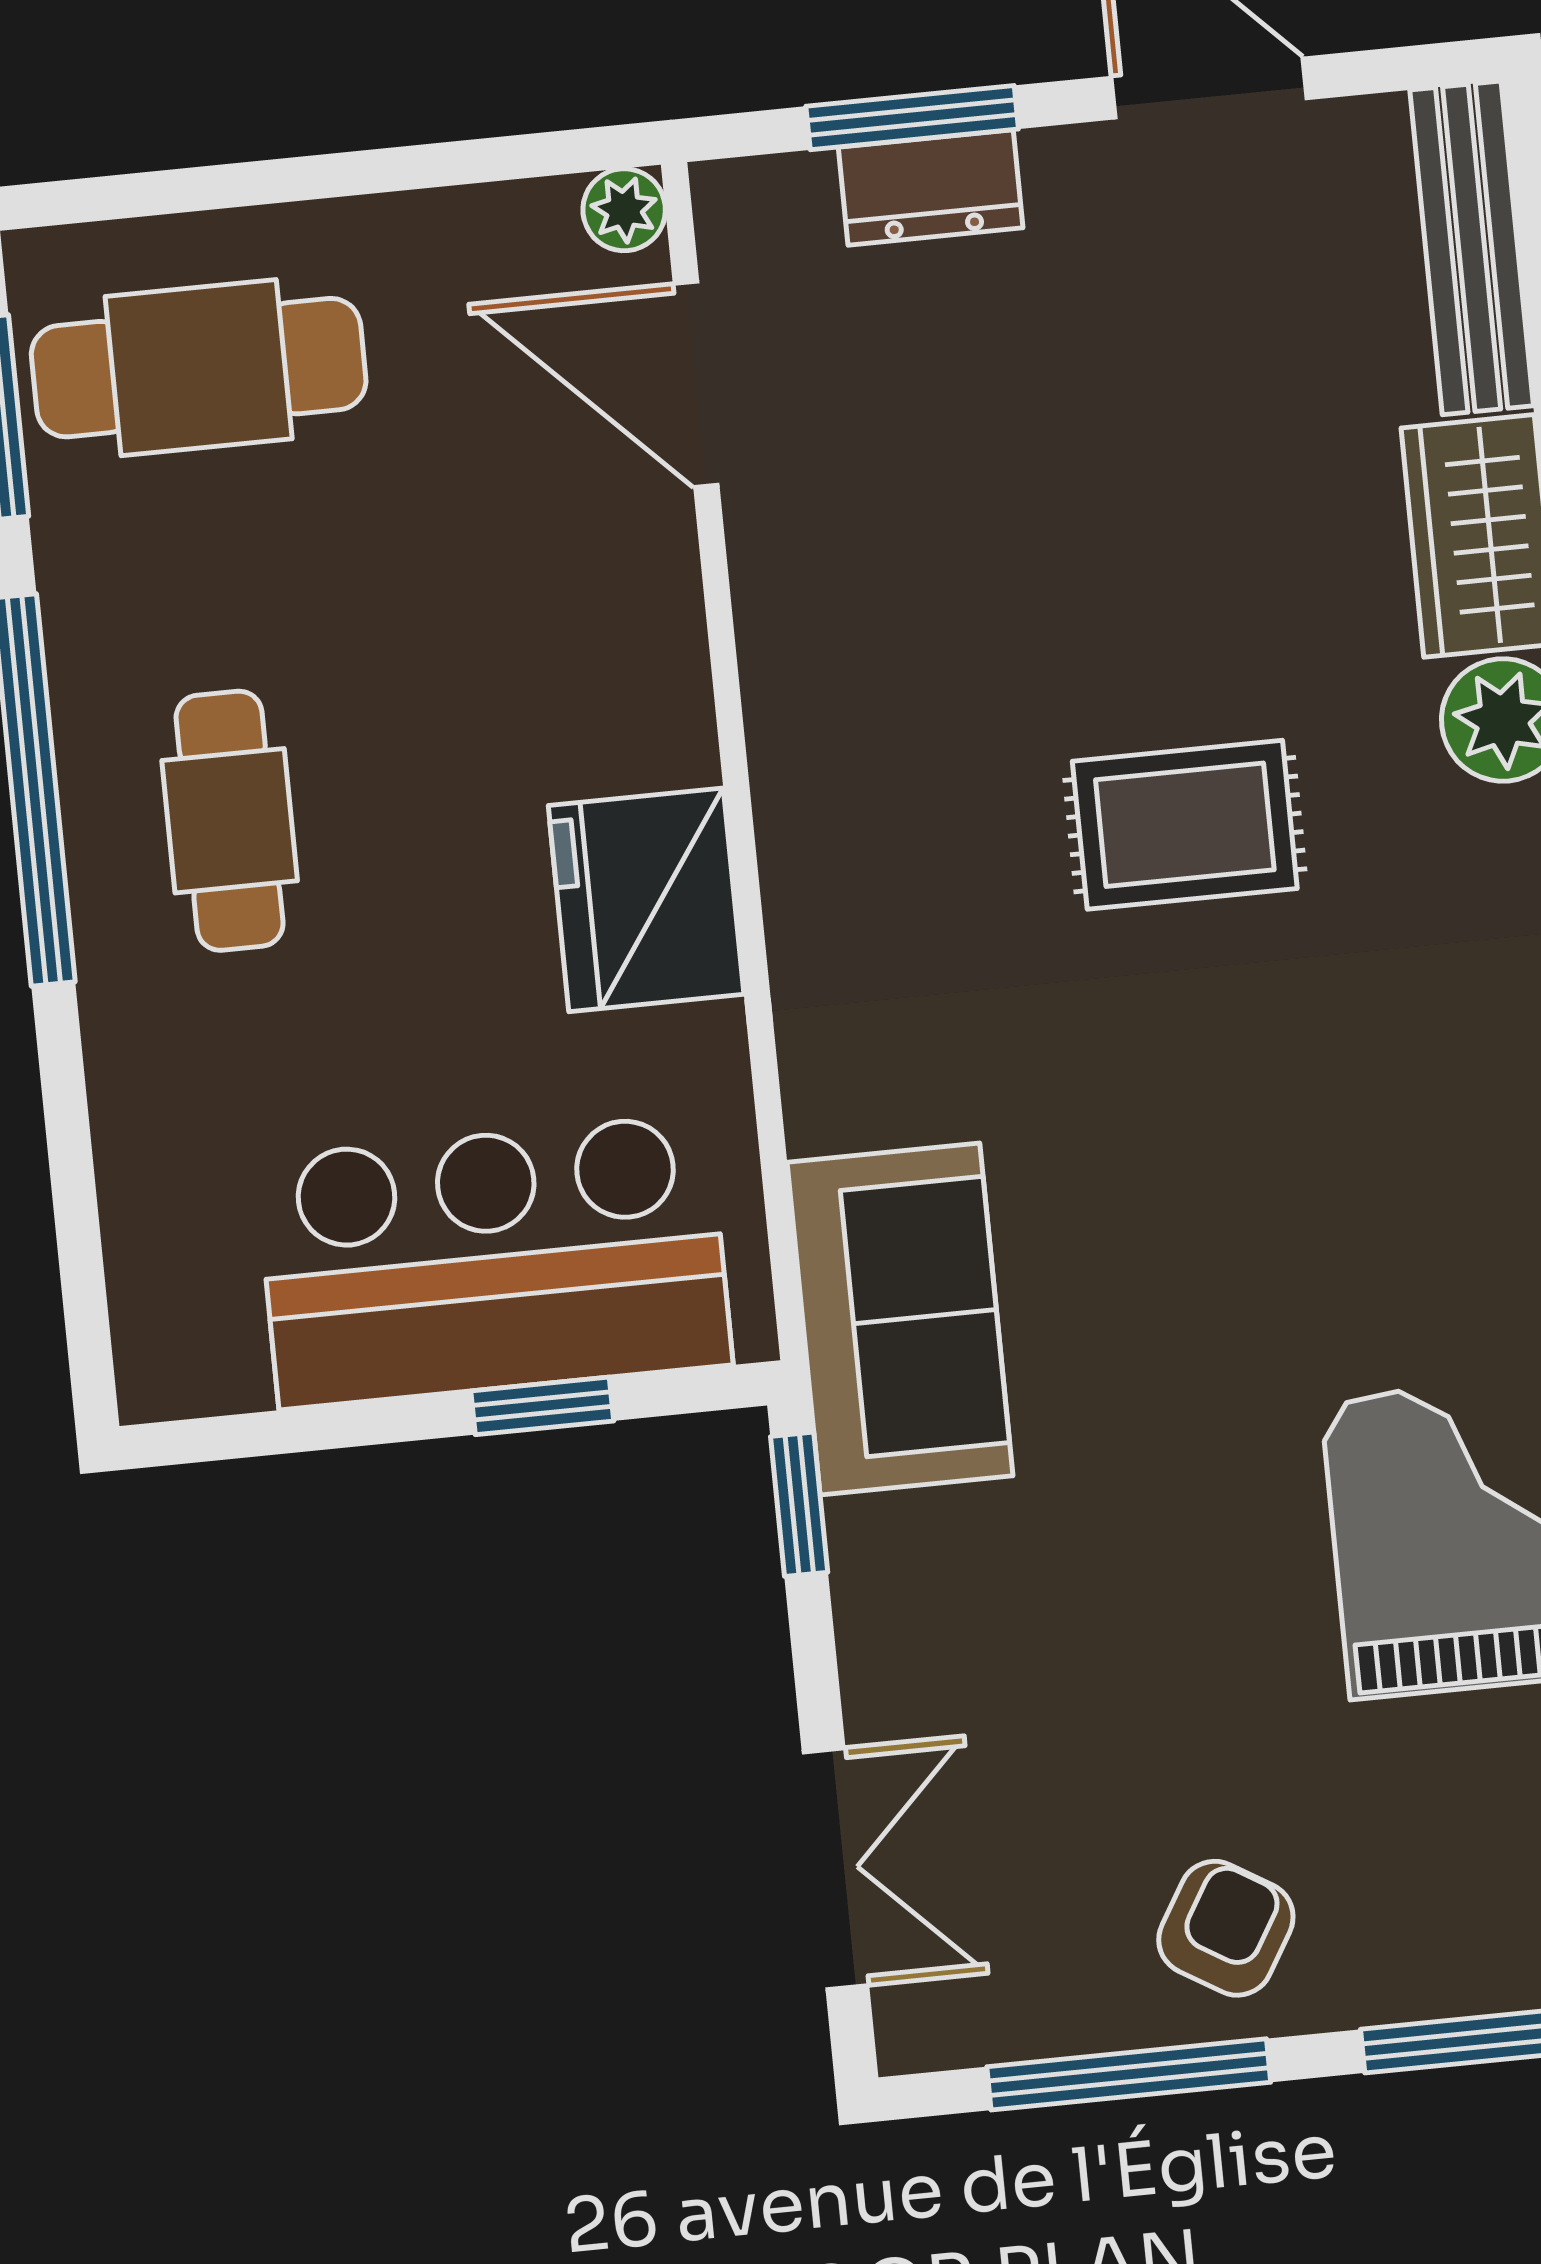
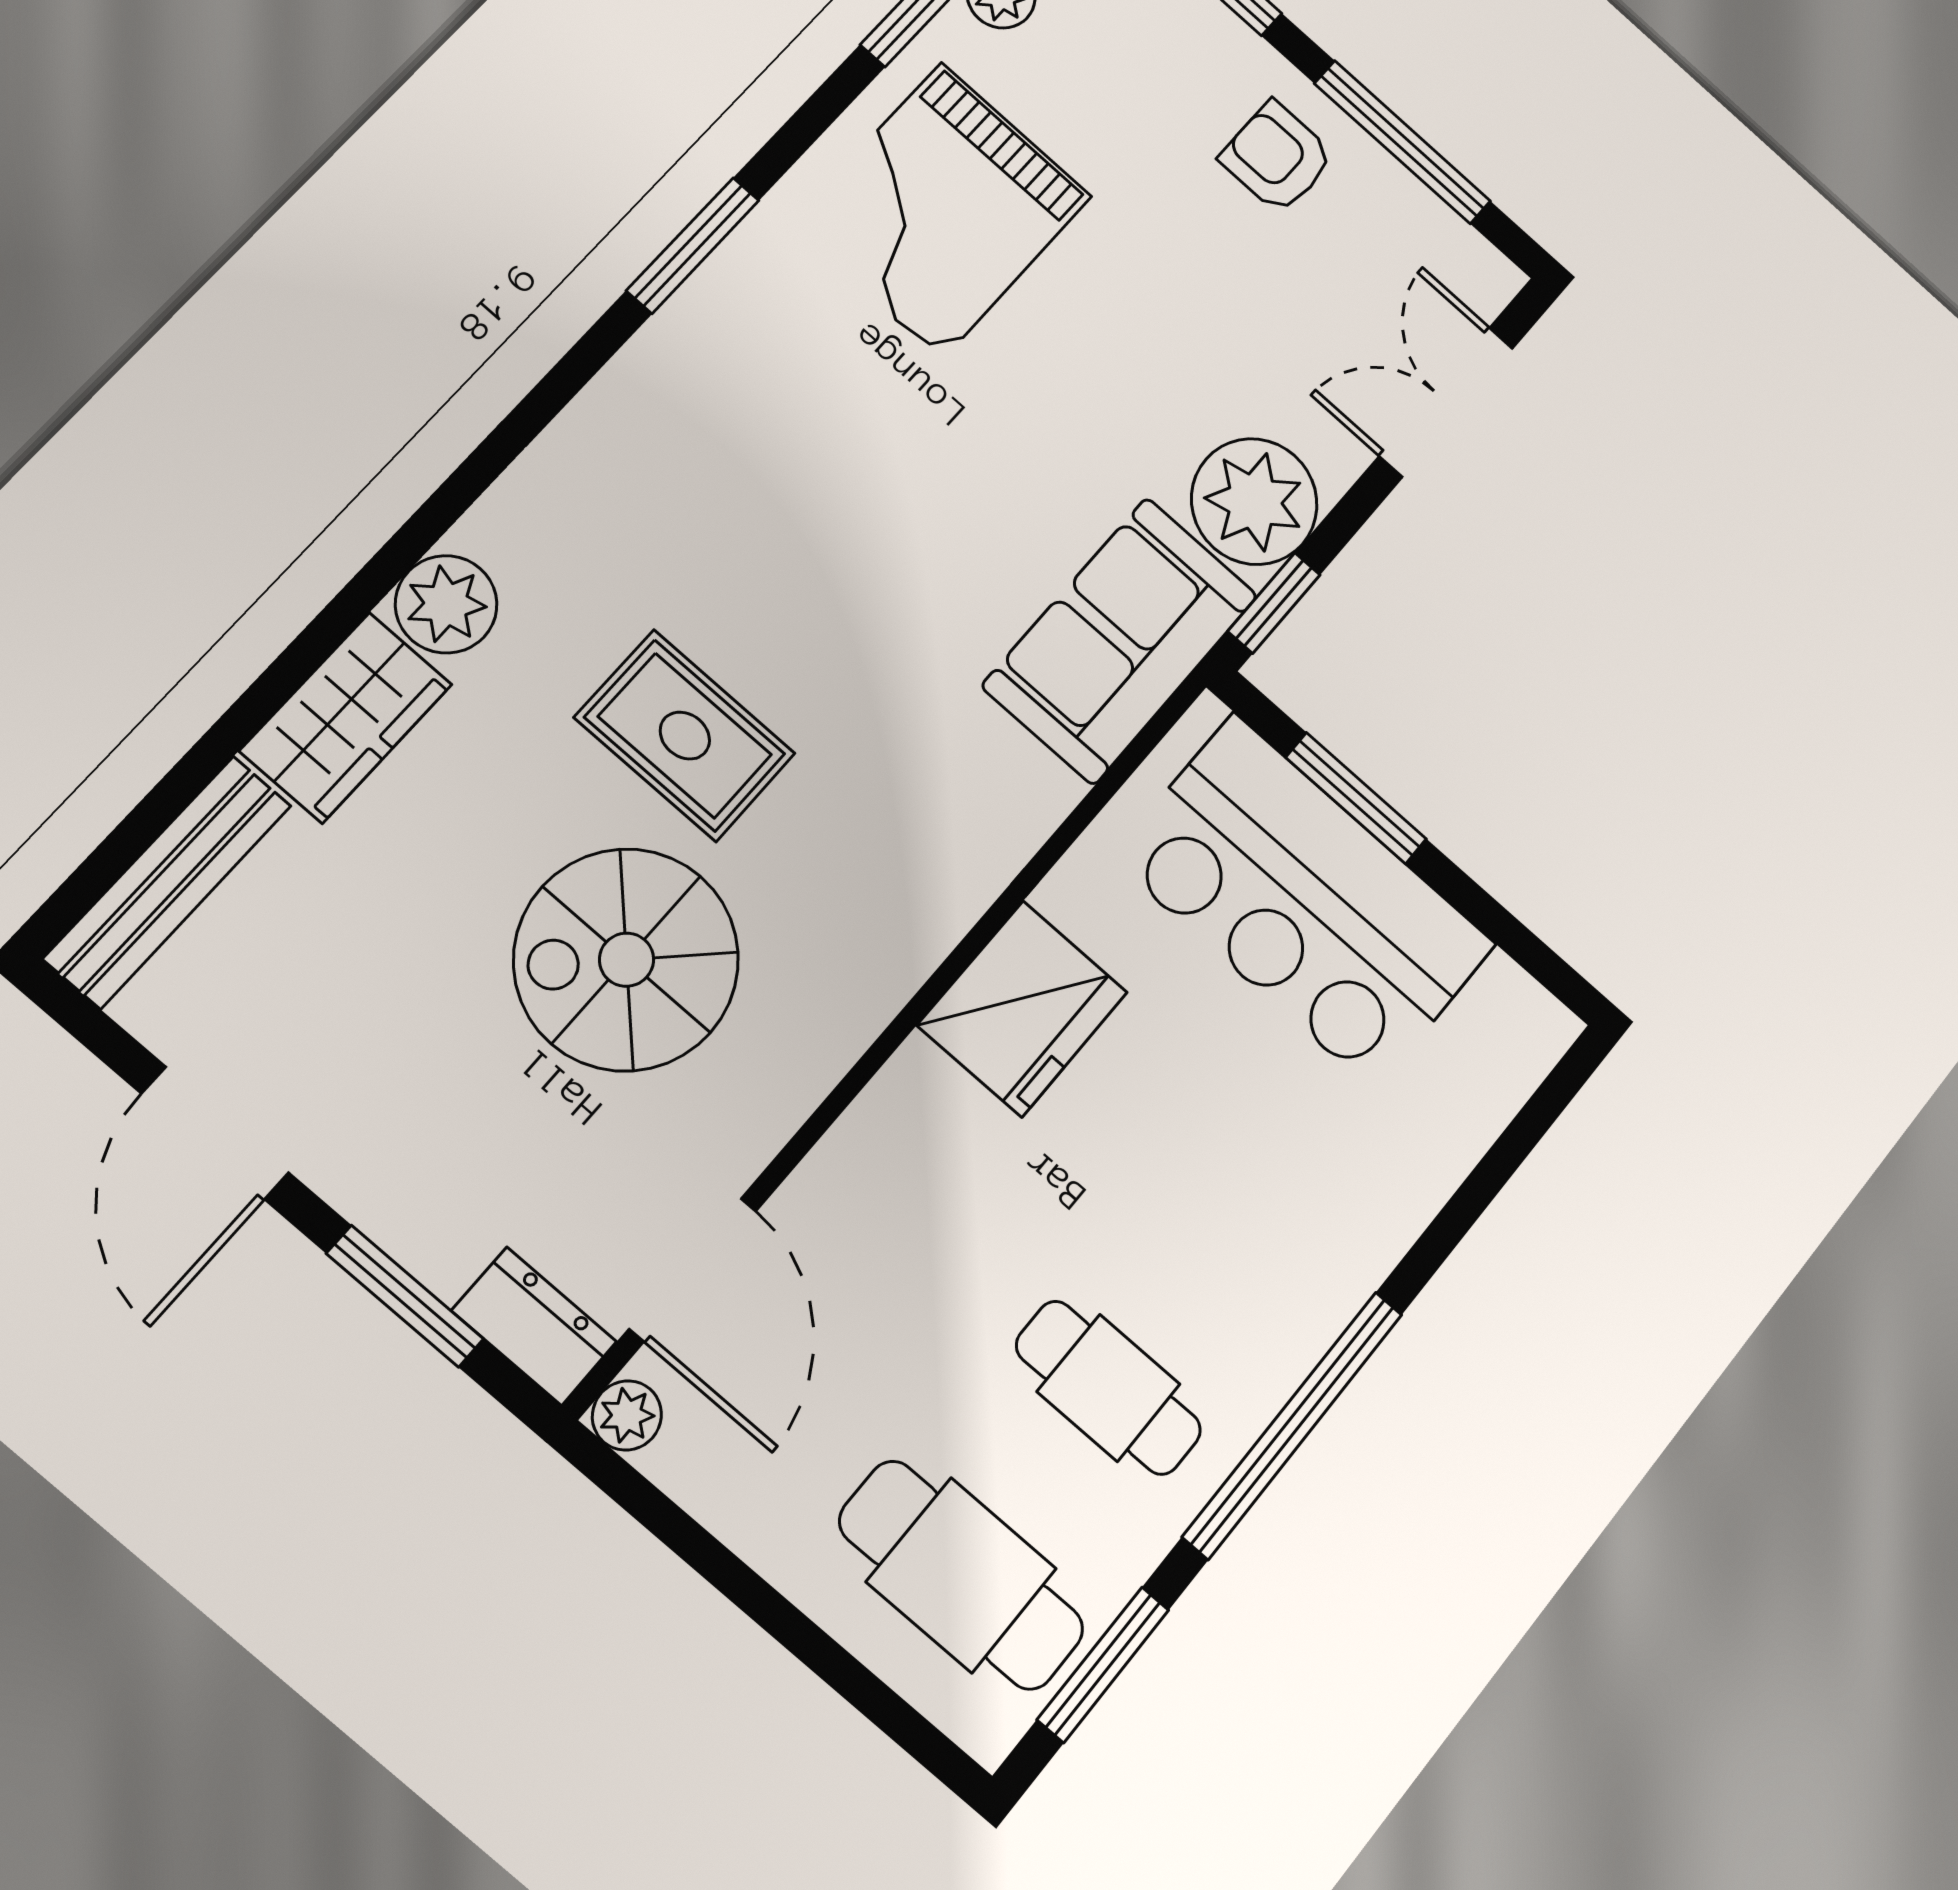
dresser: (931, 187) -> (534, 1326), moved
spiral stairs: (1029, 583) -> (626, 960), added
cafe table: (230, 821) -> (1109, 1388), moved, turned 90
window: (542, 1406) -> (1356, 798), width x1.50
plant: (913, 1579) -> (1254, 502), added
armchair: (1226, 1928) -> (1277, 157), turned 59

